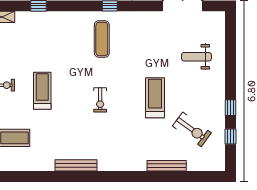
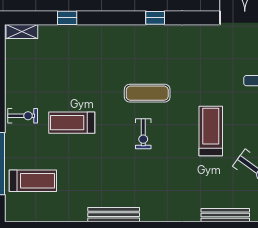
exercise mat: (102, 39) -> (147, 93), moved, turned 90
treadmill: (42, 91) -> (72, 123), turned -90

